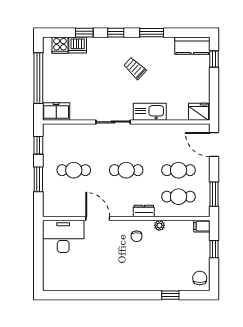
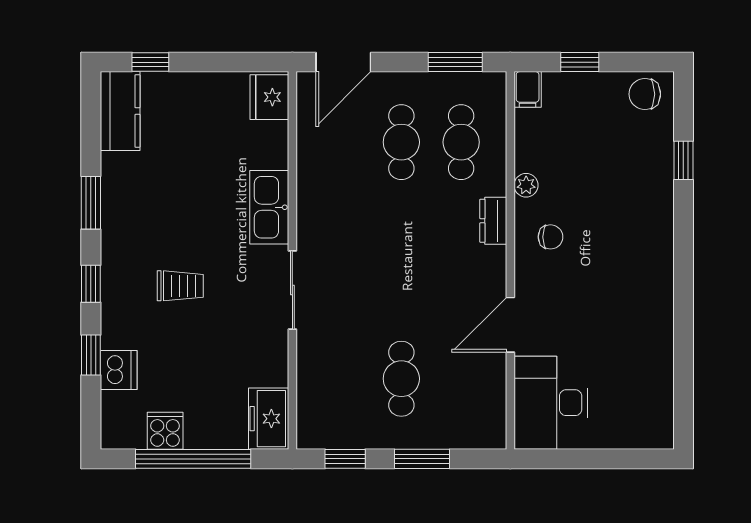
cooker: (60, 45) -> (165, 431), moved, turned -90
trolley: (135, 68) -> (180, 286), moved, turned -133
cafe table: (126, 170) -> (401, 260), removed

